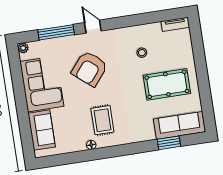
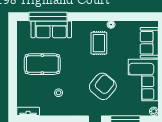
sofa: (179, 125) -> (51, 29), moved
window: (169, 143) -> (48, 17), width x2.11

